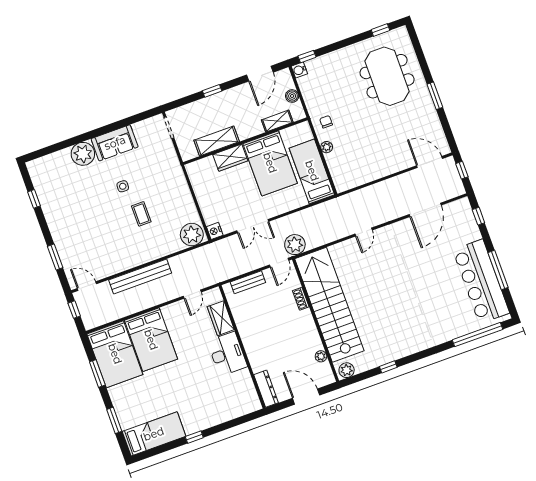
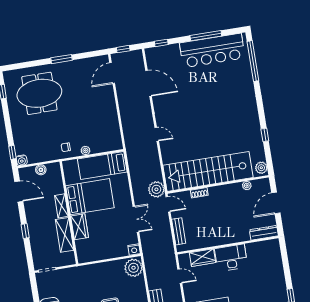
shelving: (277, 121) -> (61, 206), moved

